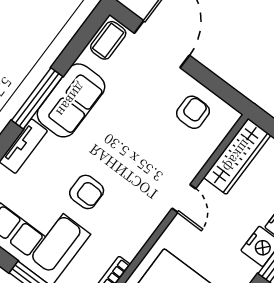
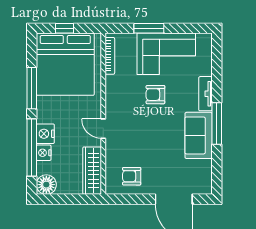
coffee table: (108, 40) -> (203, 180), removed
armchair: (193, 112) -> (132, 176), turned 90

